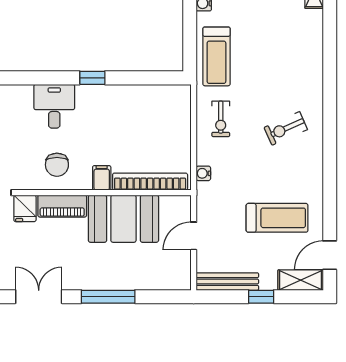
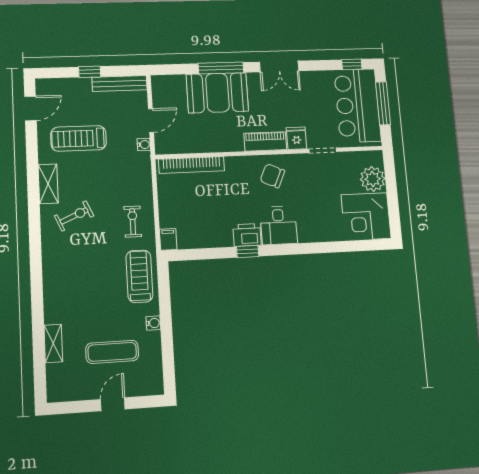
printer: (92, 97) -> (247, 235), added
chair: (57, 165) -> (272, 176), turned -66
water cooler: (203, 173) -> (144, 145), moved
filing cabinet: (102, 178) -> (168, 239), moved, turned 180
booth: (123, 219) -> (217, 93), moved
shelving: (301, 280) -> (48, 184), moved, turned 90

